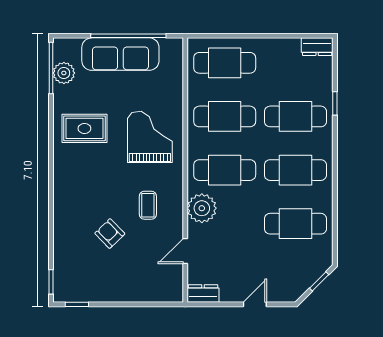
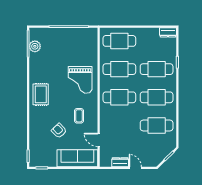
sofa: (120, 54) -> (77, 158), moved, turned 180
rug: (84, 128) -> (41, 94), moved, turned 90
grand piano: (150, 137) -> (80, 80), turned 180
plant: (202, 208) -> (107, 117), removed
door: (185, 251) -> (99, 140), hinge flipped
dresser: (203, 294) -> (120, 162), moved
door: (255, 304) -> (135, 168), hinge flipped

